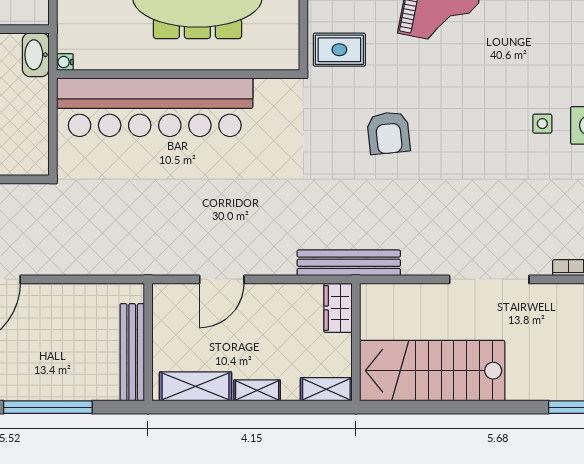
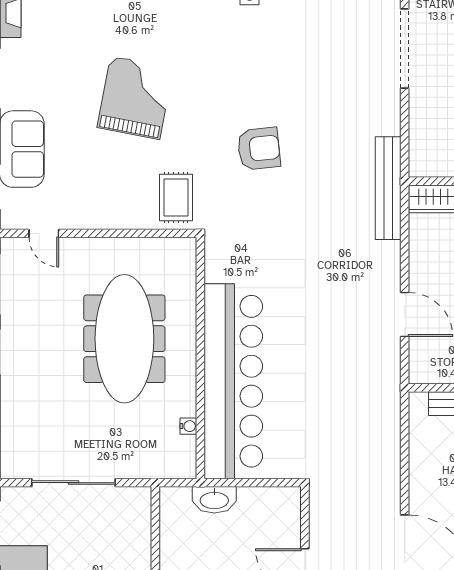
washbasin: (36, 55) -> (214, 500), moved
water cooler: (65, 62) -> (188, 426), moved, turned -90

